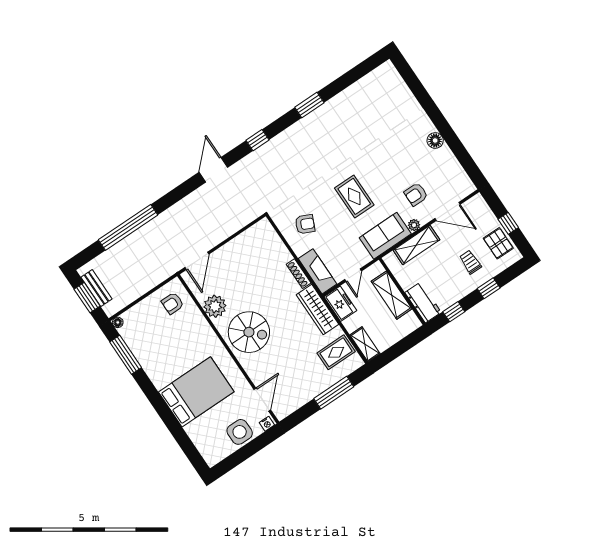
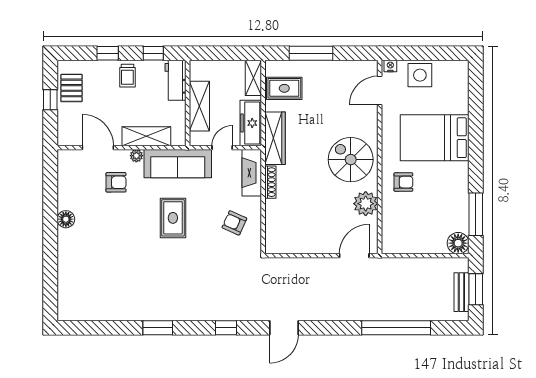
sofa: (385, 236) -> (178, 164), width x1.36
trolley: (470, 262) -> (127, 76), moved
armchair: (173, 303) -> (403, 182), moved
freezer: (340, 304) -> (251, 123), width x1.40
floor lamp: (118, 322) -> (458, 243), width x1.89, depth x1.89

